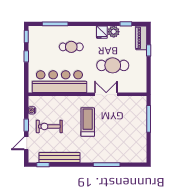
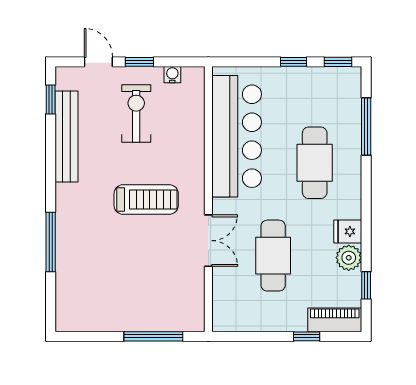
cafe table: (71, 47) -> (315, 163), width x1.37, depth x1.35

